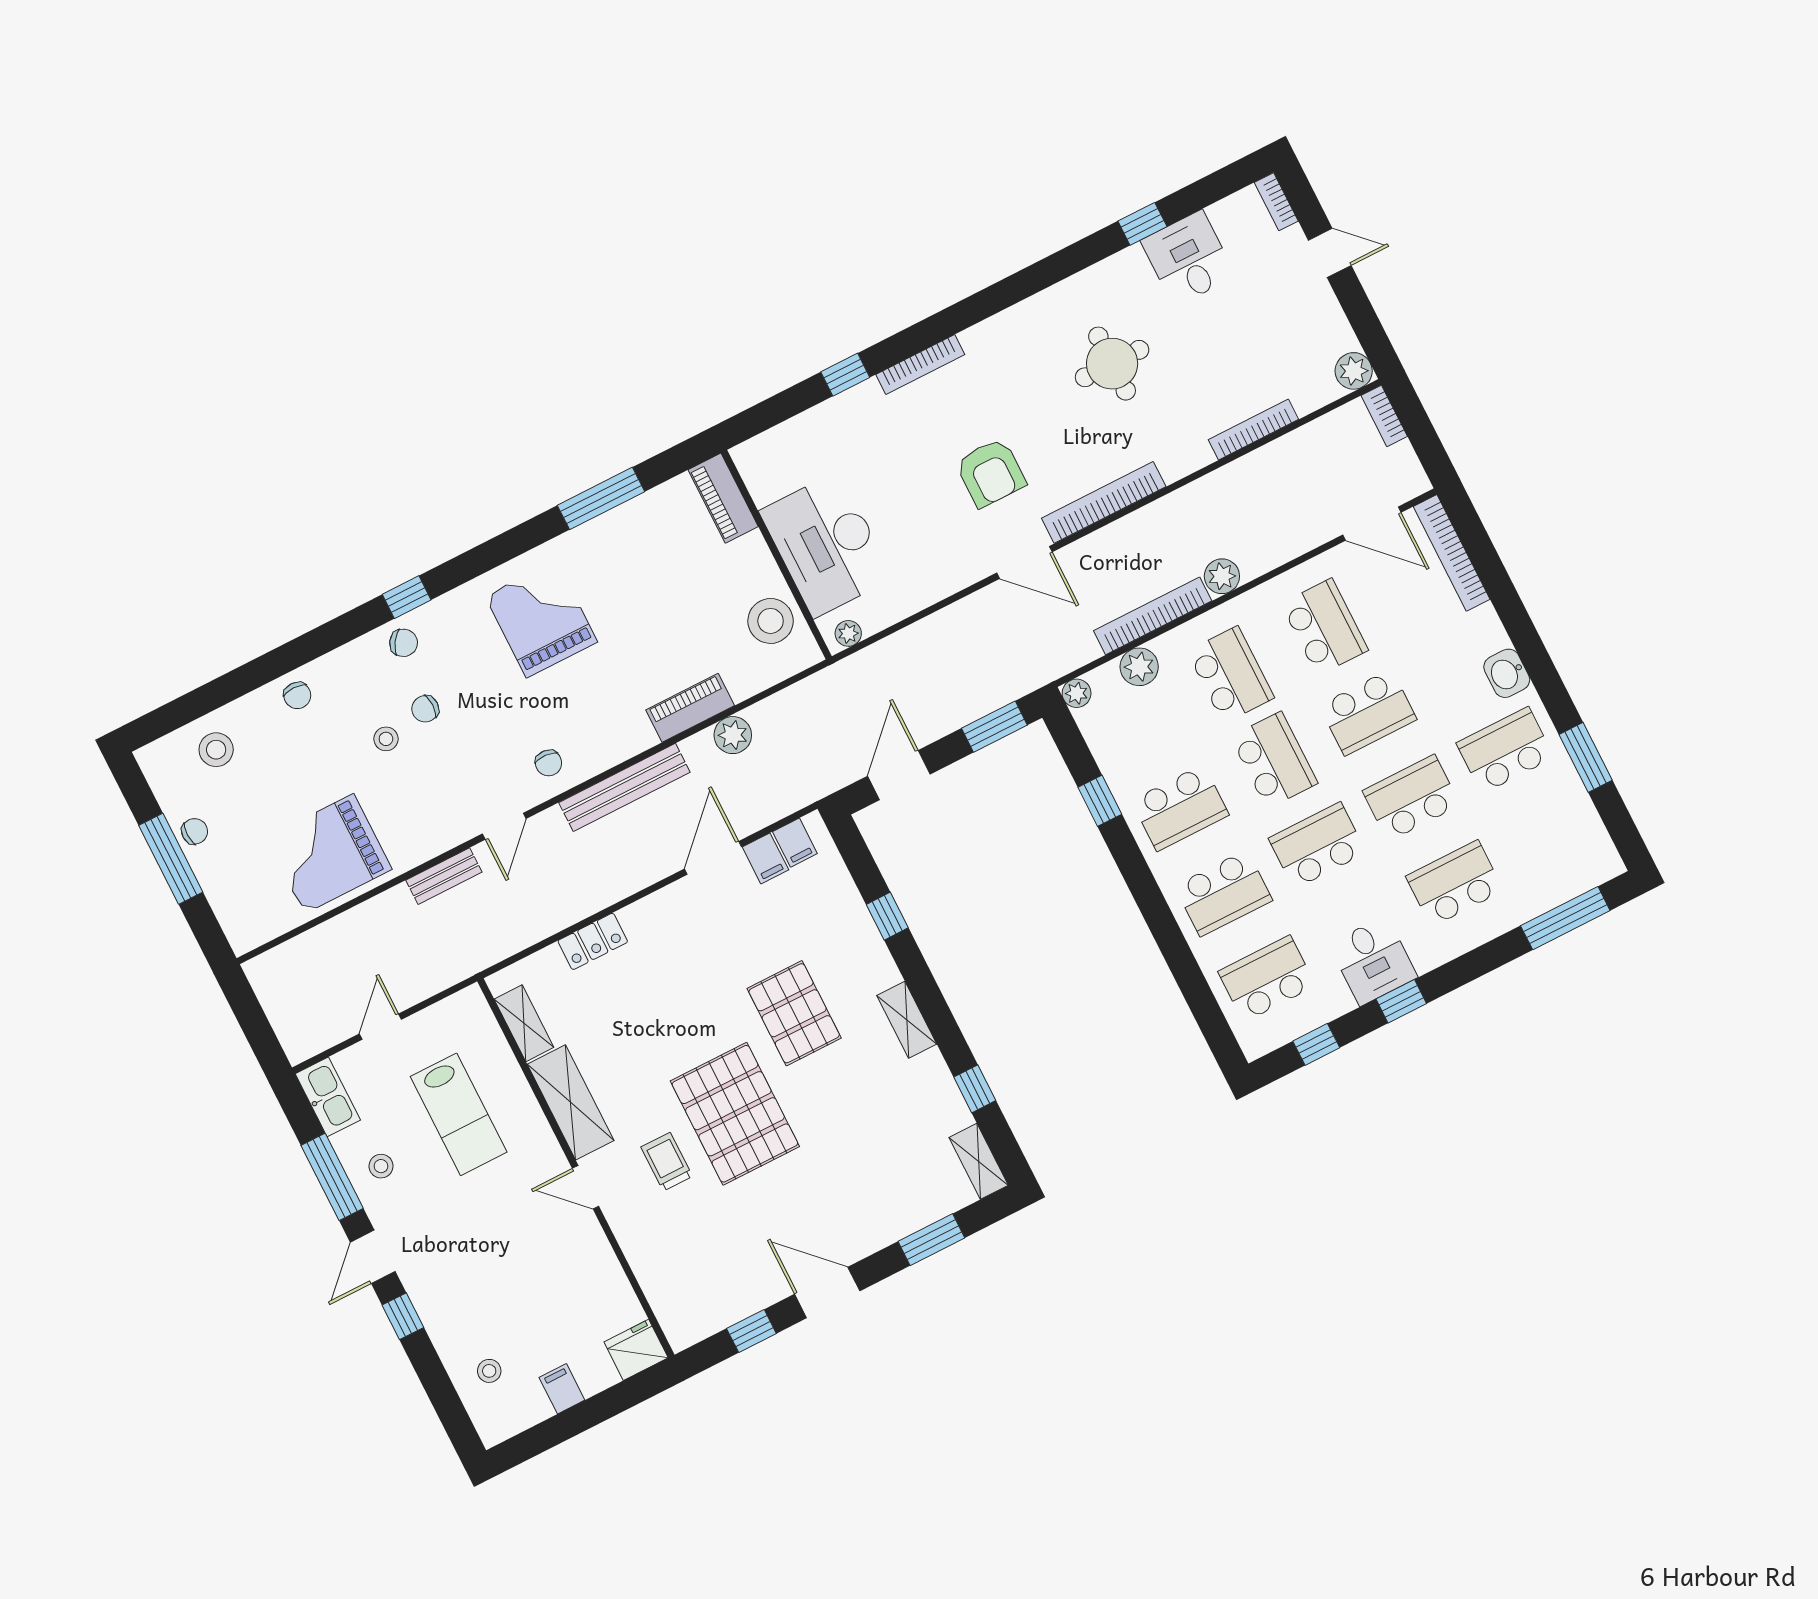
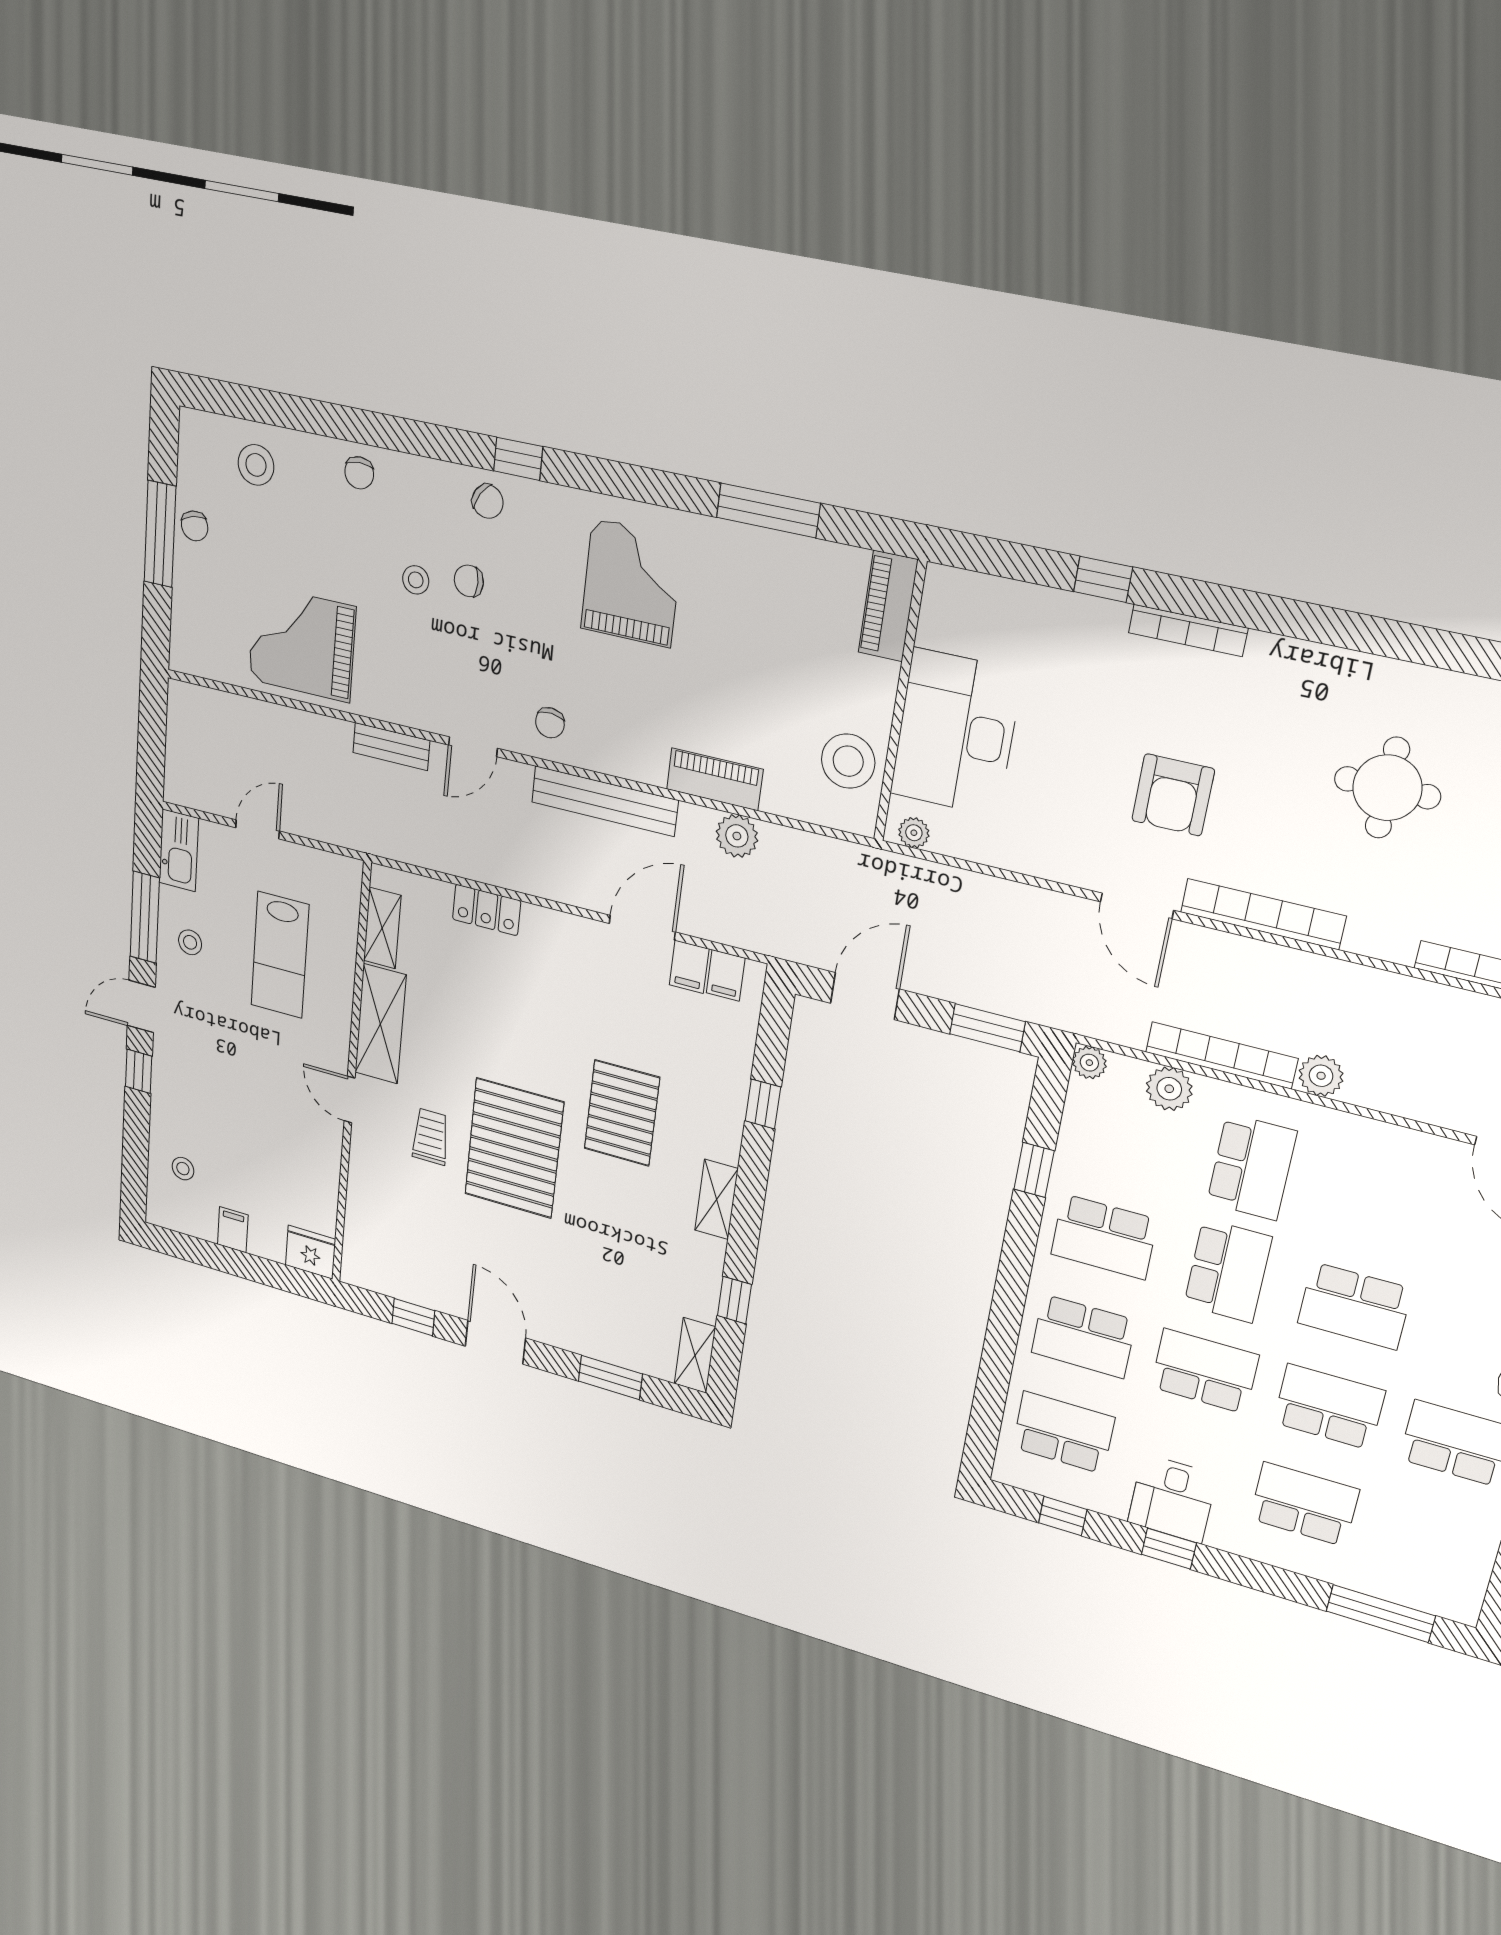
school desk: (1325, 627) -> (1381, 1201), removed
chair: (195, 831) -> (195, 526), turned 78

